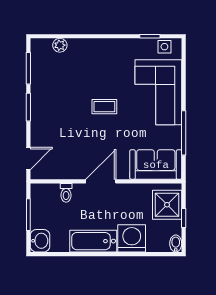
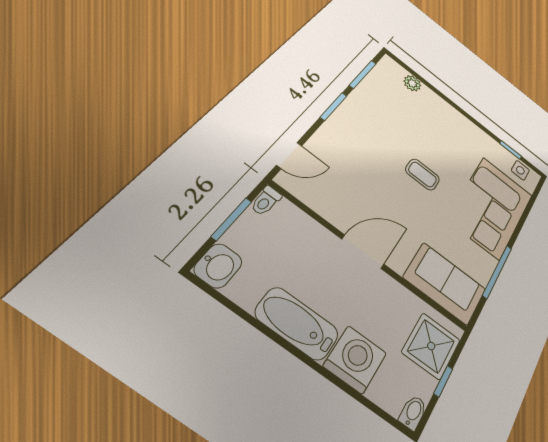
toilet: (66, 193) -> (266, 201), moved

